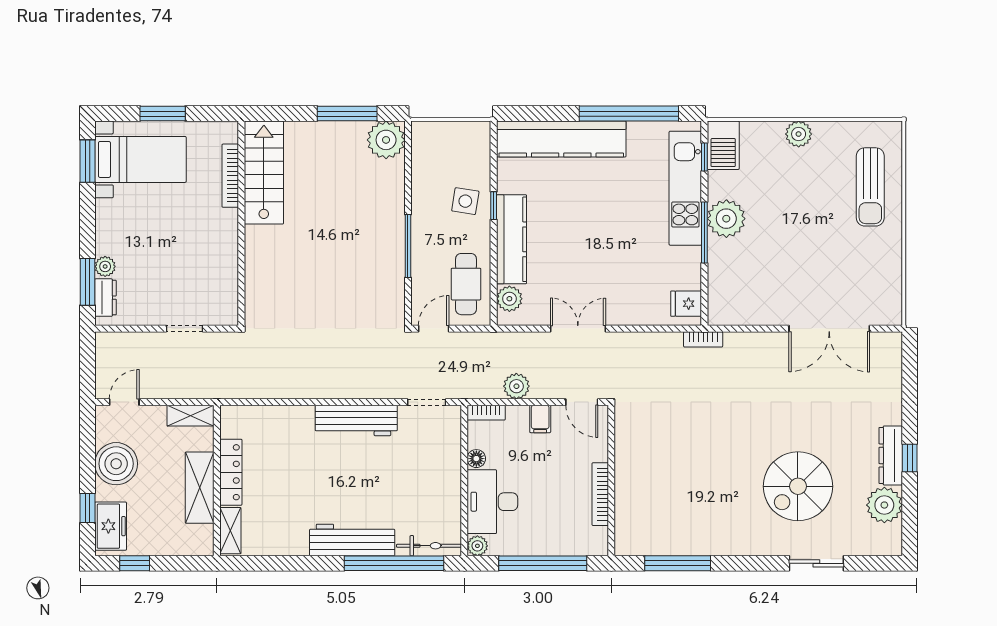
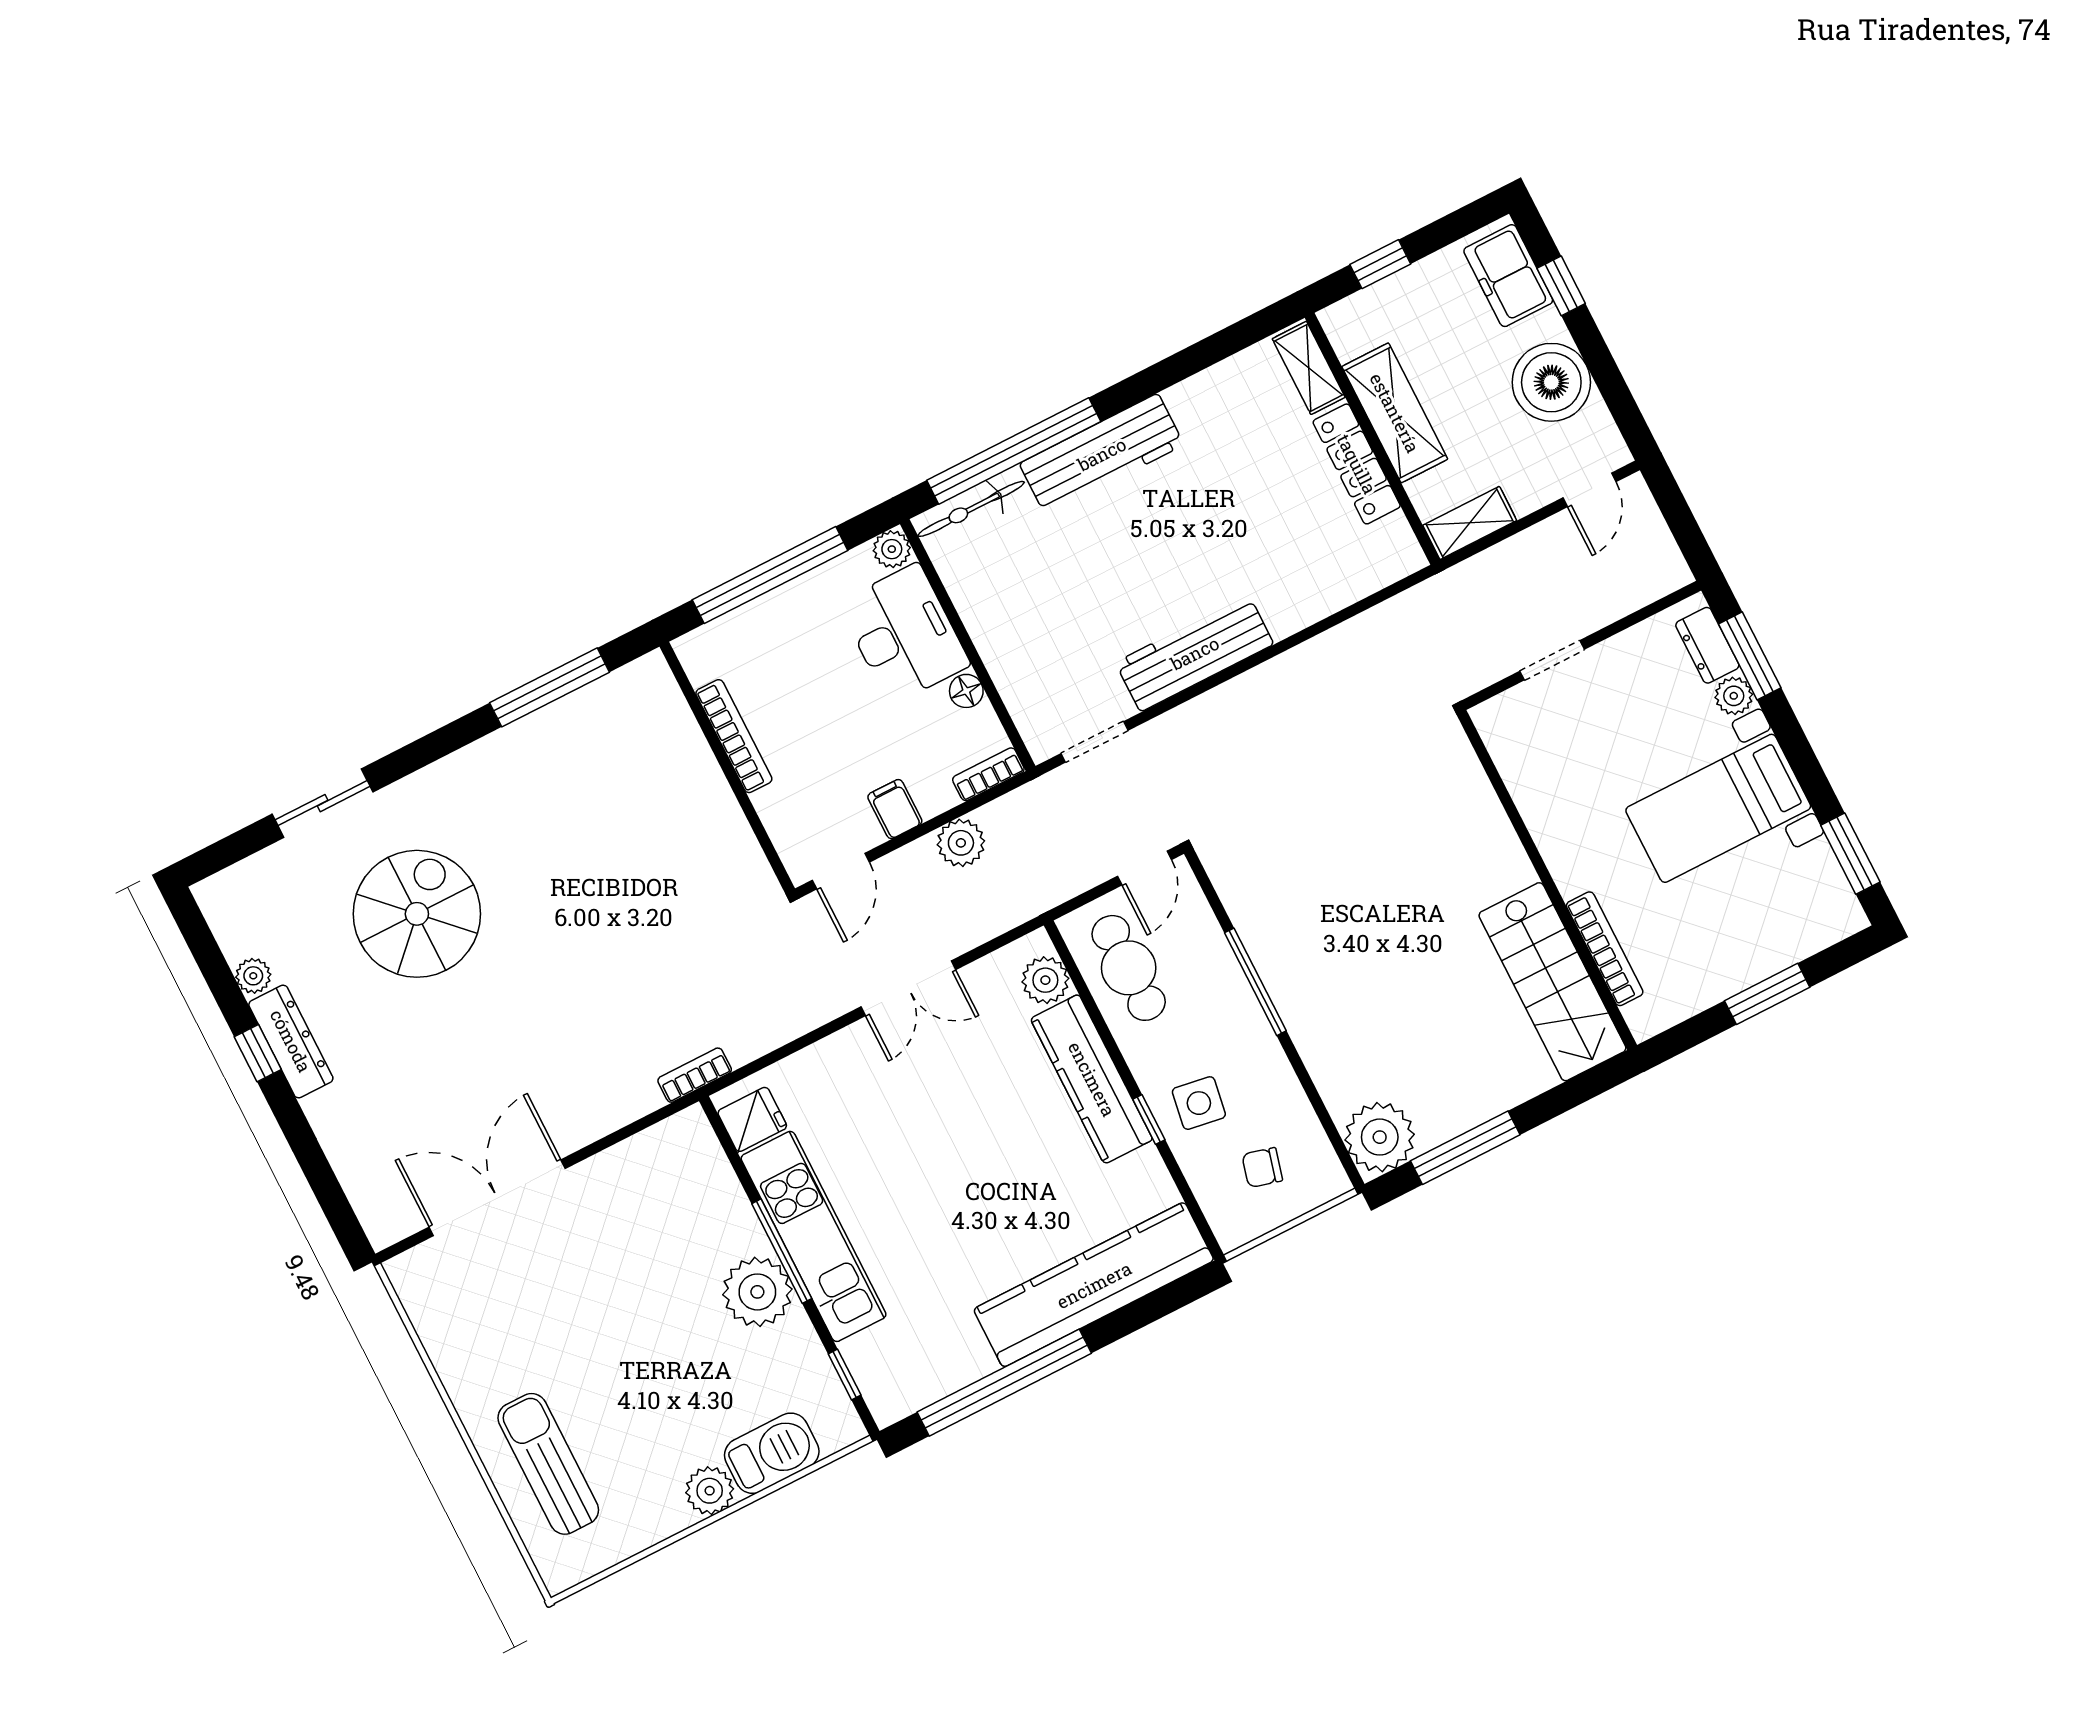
barbecue: (723, 145) -> (772, 1453), moved, turned 90
chair: (451, 154) -> (1262, 1168), added
bed with nightstands: (140, 159) -> (1718, 808), moved
kitchen unit: (685, 188) -> (813, 1236), moved
door: (582, 402) -> (841, 871), swing flipped
plant: (884, 505) -> (253, 976), width x0.53, depth x0.53
window: (135, 563) -> (1380, 264), moved

